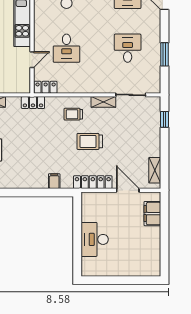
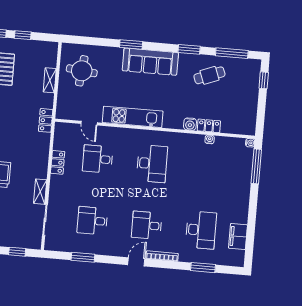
desk: (128, 48) -> (92, 221), turned 180
locker: (46, 87) -> (58, 162), moved
trolley: (73, 114) -> (30, 160), removed

